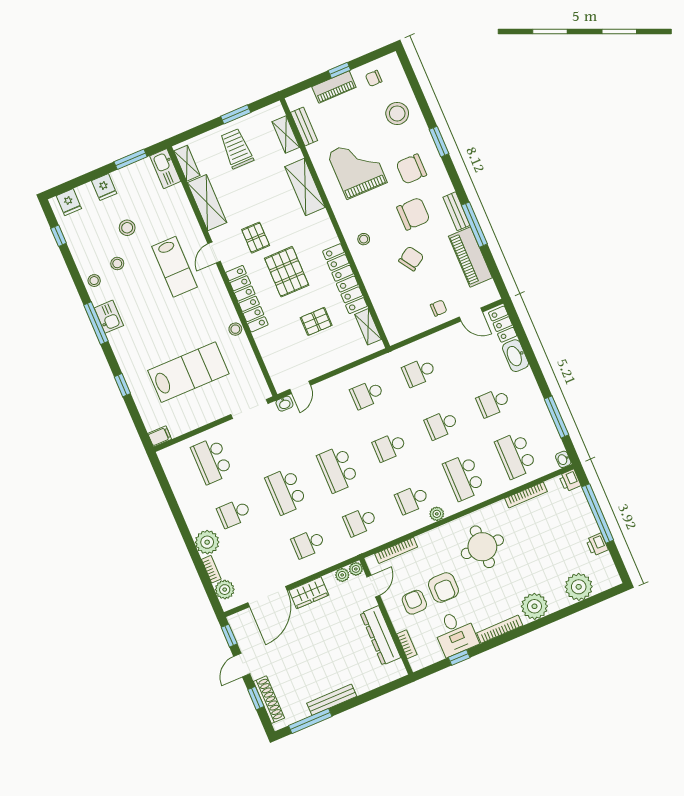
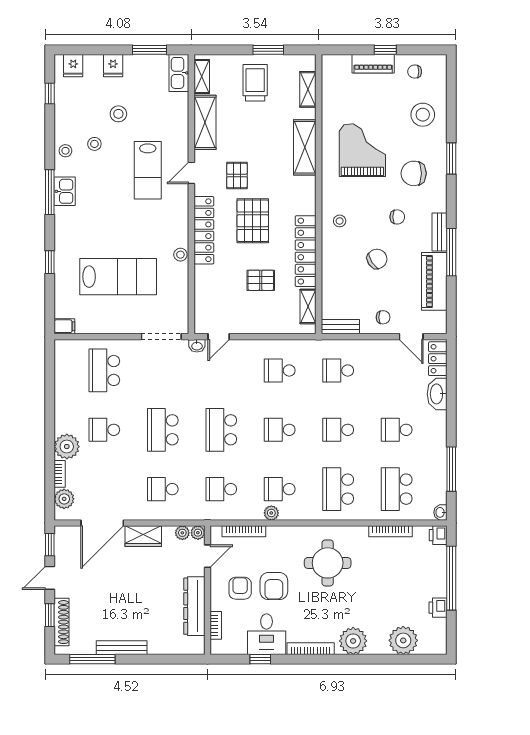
bench: (304, 126) -> (340, 327), moved, turned 90
chair: (413, 214) -> (397, 217), width x0.54, depth x0.54
plant: (437, 514) -> (271, 513), moved

